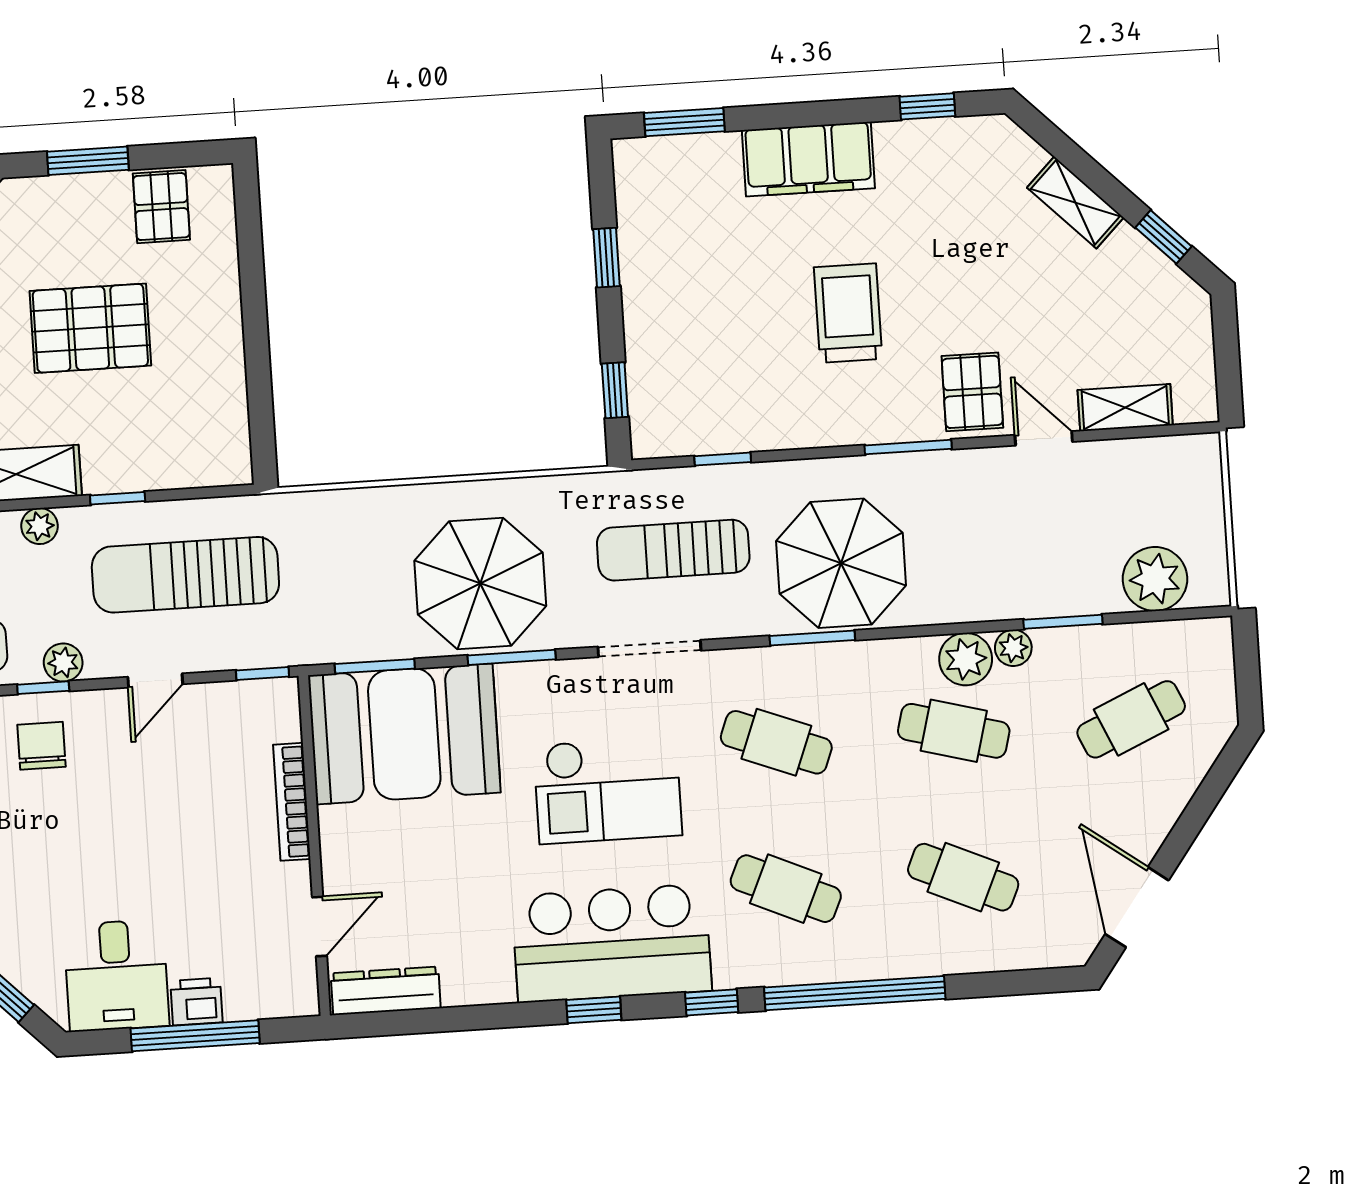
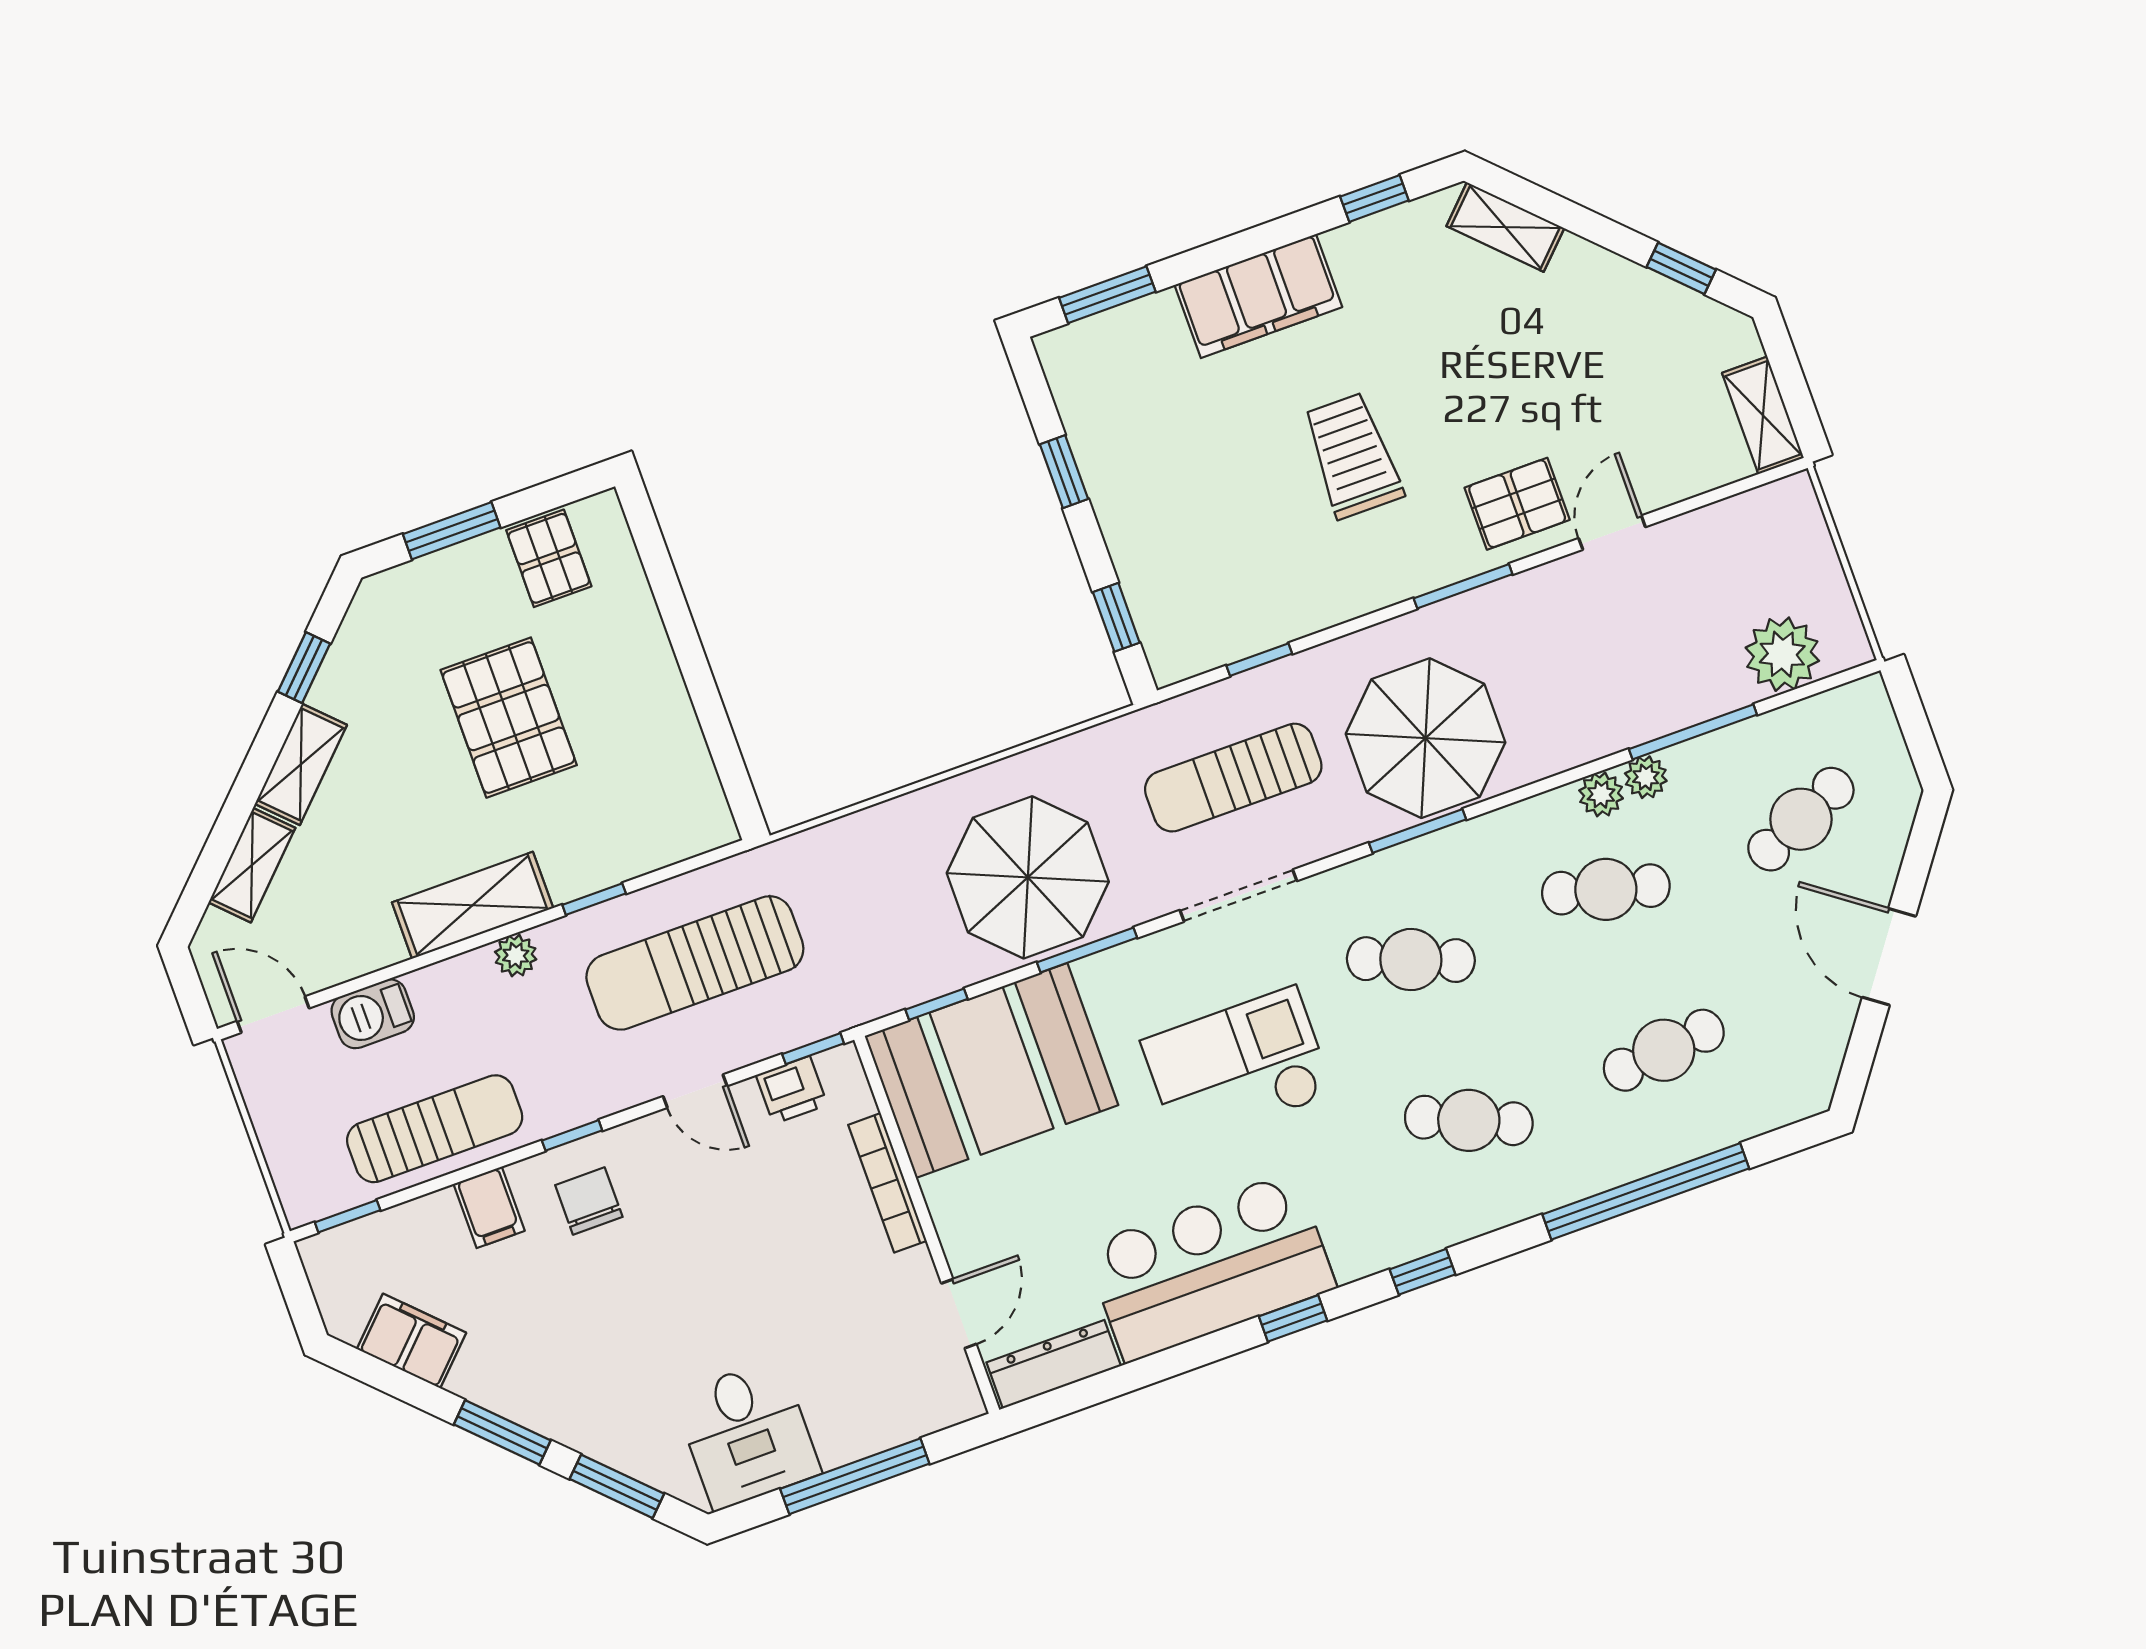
shelving: (1075, 202) -> (1505, 227), moved
pallet: (90, 328) -> (509, 718), turned 90
pallet: (972, 392) -> (1517, 504), turned 90
shelving: (1125, 408) -> (1763, 415), moved, turned 90
door: (1044, 438) -> (1612, 533), hinge flipped
window: (1063, 622) -> (1693, 732), width x1.44
plant: (966, 659) -> (1601, 794), width x0.73, depth x0.73
plant: (63, 663) -> (586, 1101), removed
window: (375, 666) -> (936, 1004), width x0.67
door: (155, 680) -> (695, 1091), hinge flipped
checkout: (608, 790) -> (1237, 1067), turned 180
cafe table: (963, 877) -> (1664, 1050), turned -30
door: (1137, 907) -> (1889, 957), moved
bar counter: (612, 943) -> (1210, 1267), moved
window: (855, 993) -> (1646, 1191), moved
printer: (196, 1002) -> (792, 1090), moved, turned 180

